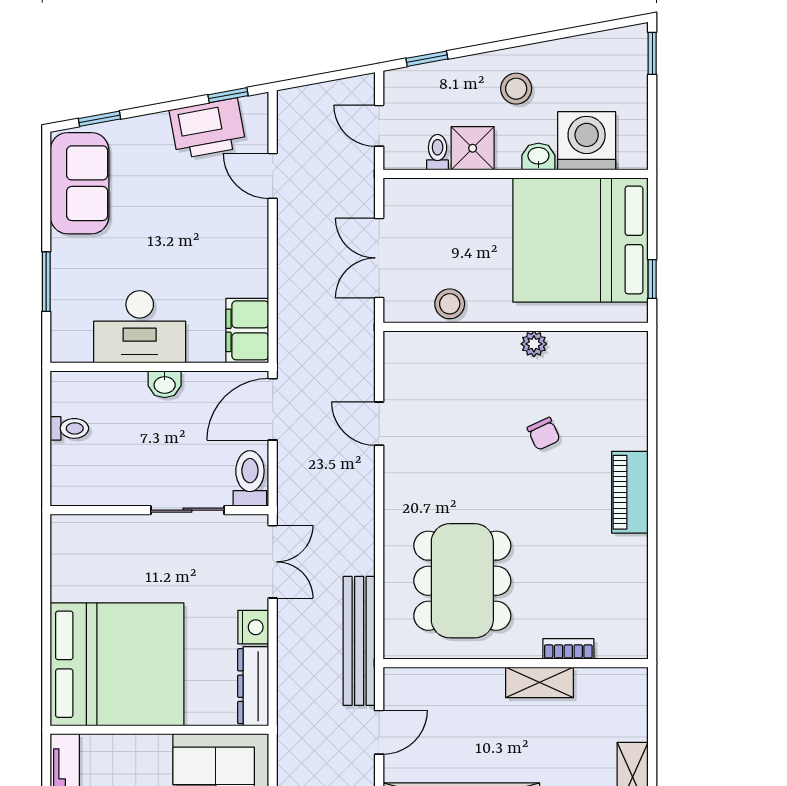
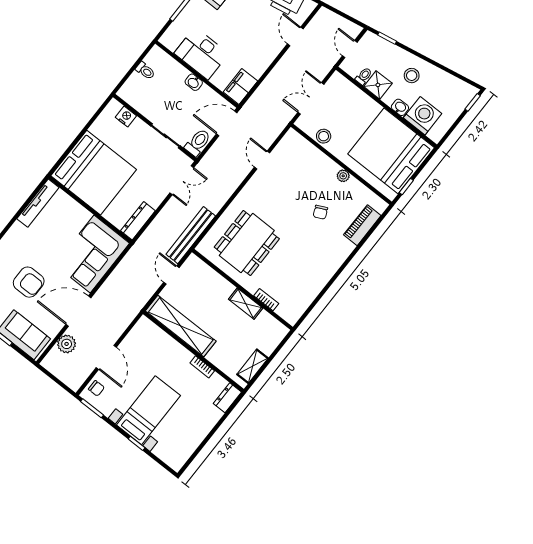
piano: (630, 492) -> (362, 225), moved
nightstand: (253, 627) -> (126, 116), moved, turned -90
door: (379, 732) -> (171, 275), swing flipped

